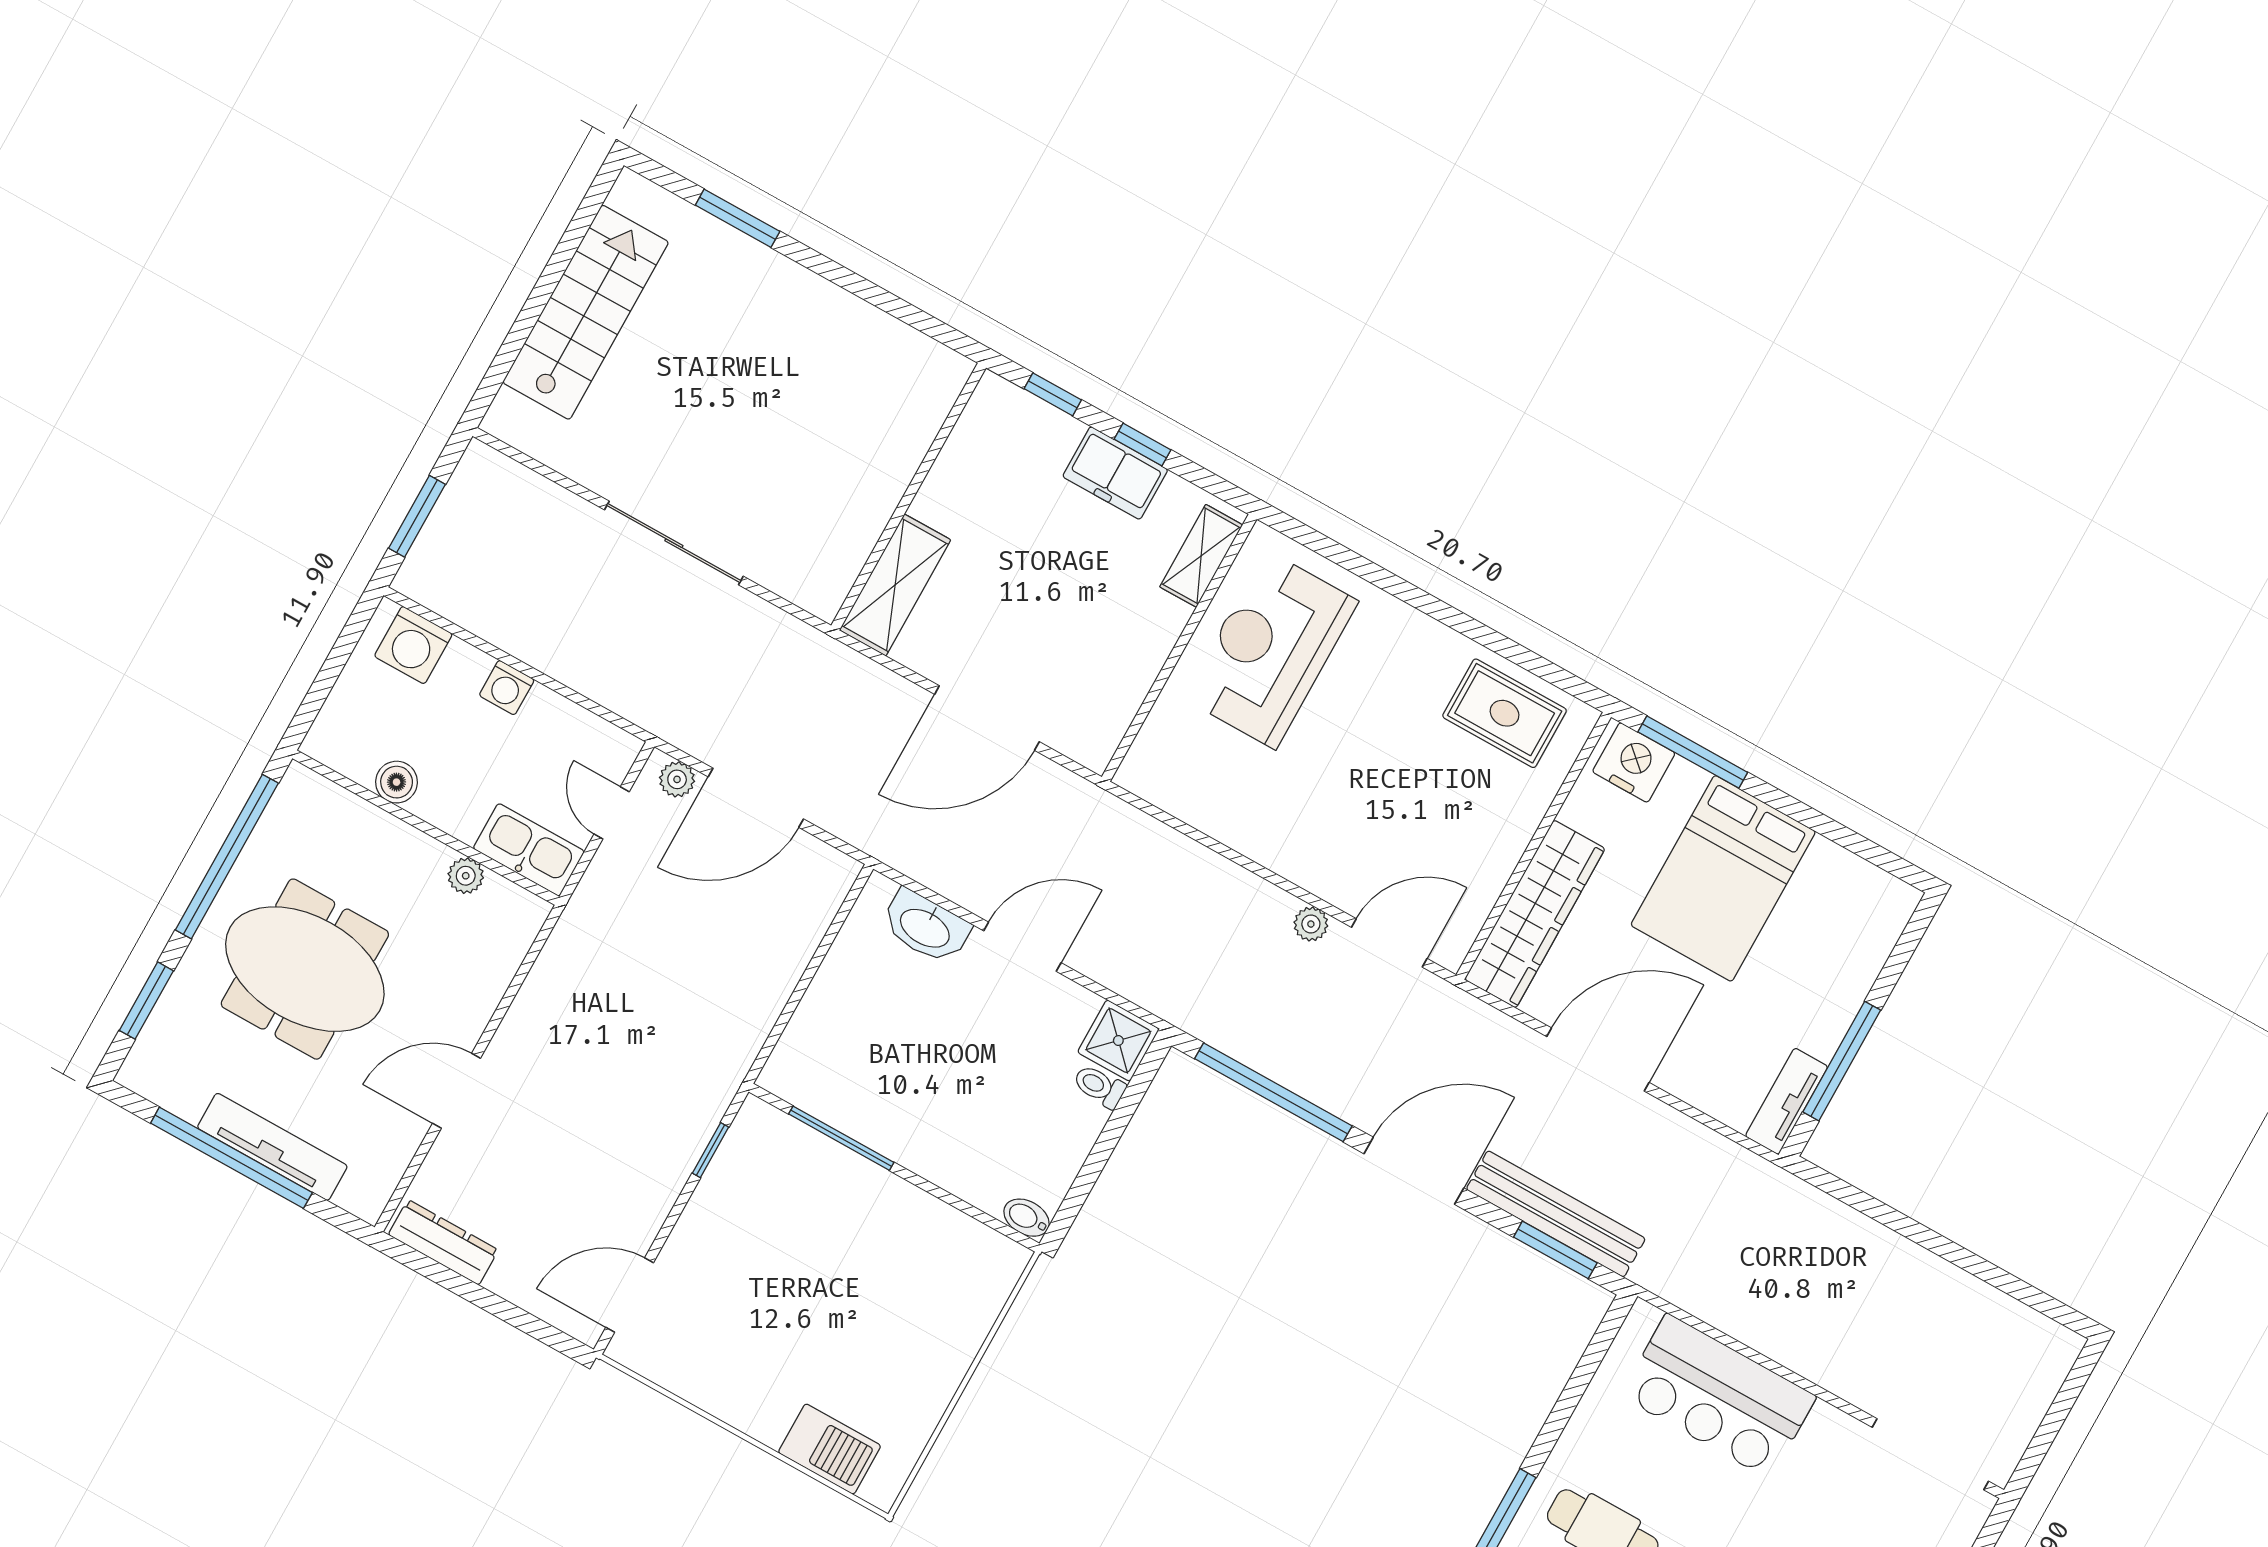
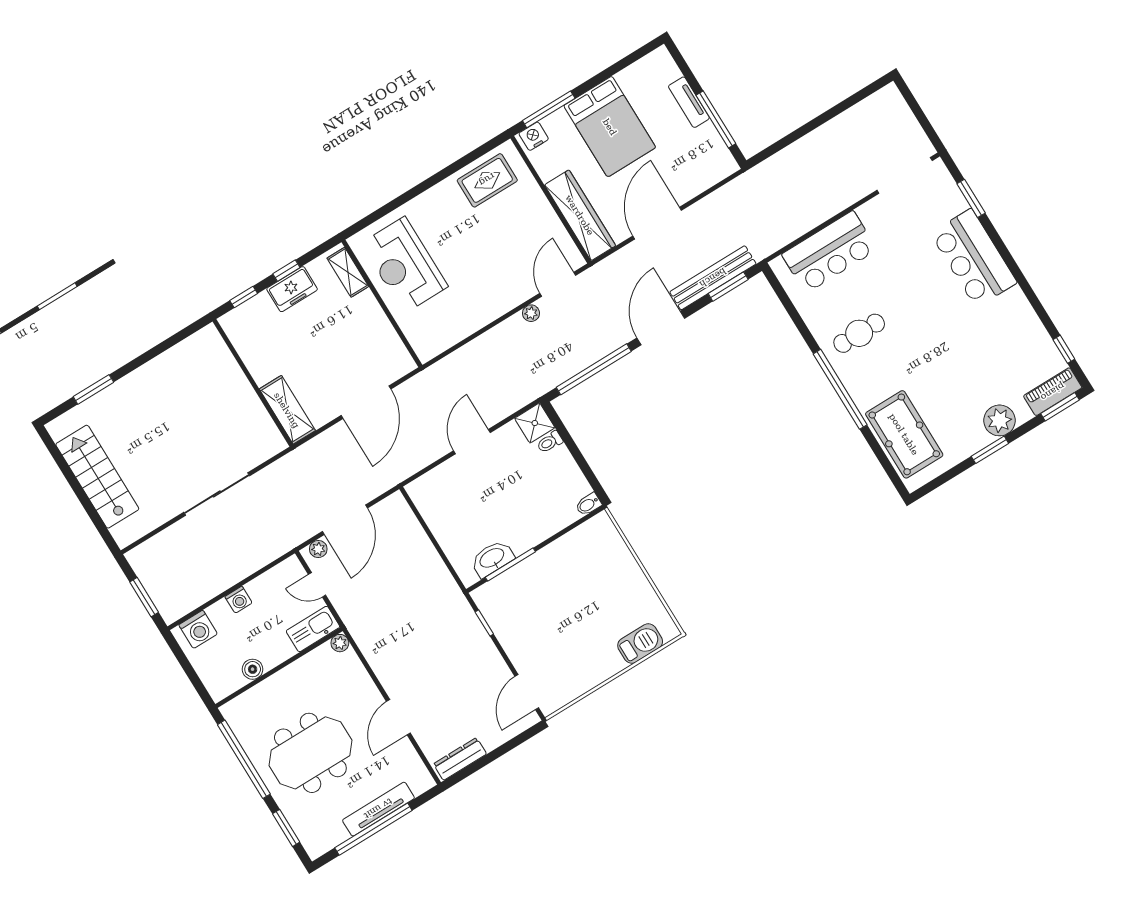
nightstand: (1634, 762) -> (534, 136), width x0.74, depth x0.75
plant: (466, 876) -> (340, 643), moved
washbasin: (926, 927) -> (492, 558), moved, turned 180
tv unit: (1787, 1101) -> (689, 102), moved

